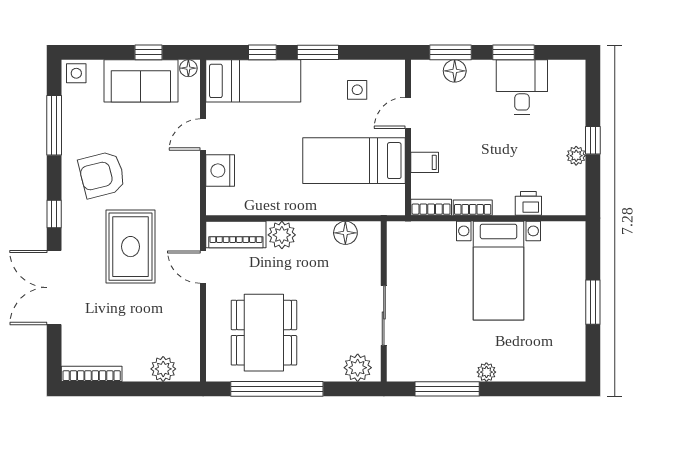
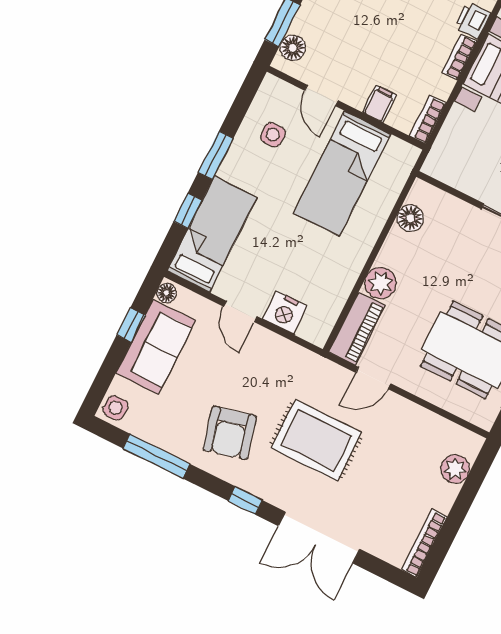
floor lamp: (455, 71) -> (293, 48), moved
bookcase: (473, 208) -> (459, 57), moved

